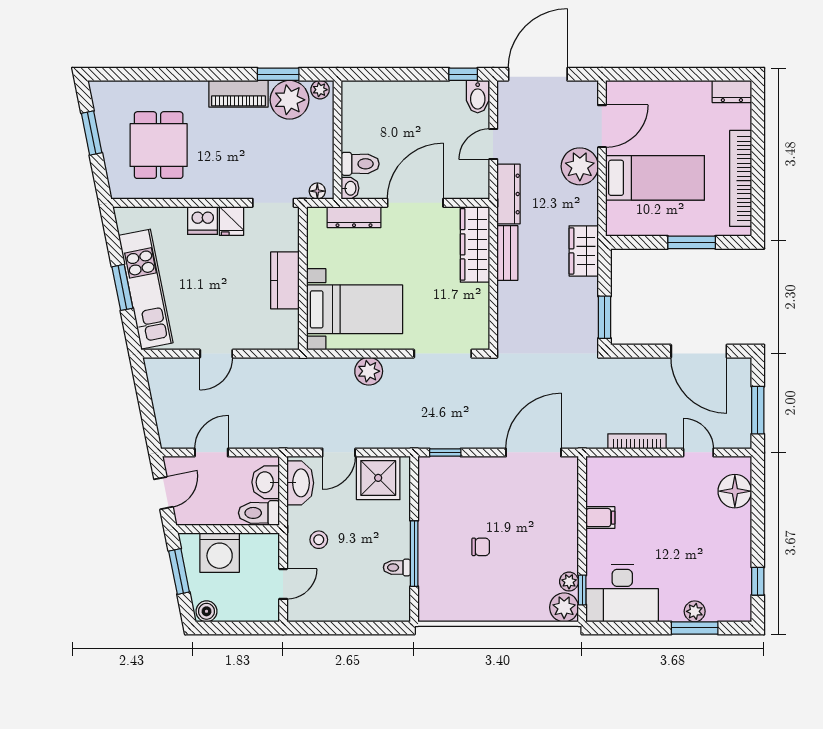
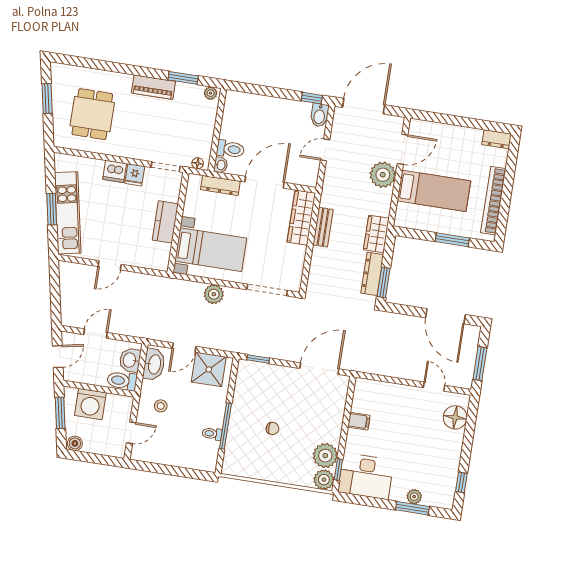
plant: (290, 100) -> (188, 97), removed
dresser: (509, 194) -> (372, 274), moved, turned 180
bookcase: (637, 441) -> (393, 372), removed
plant: (569, 582) -> (325, 456), width x1.88, depth x1.88

